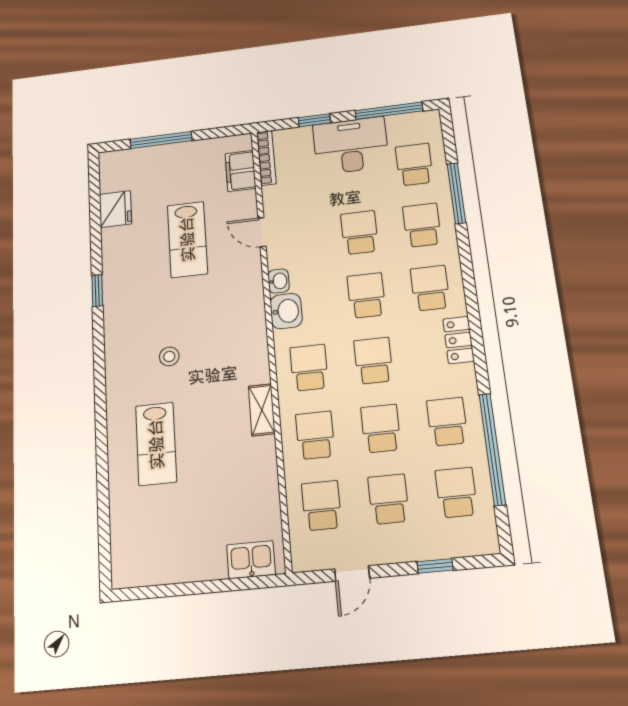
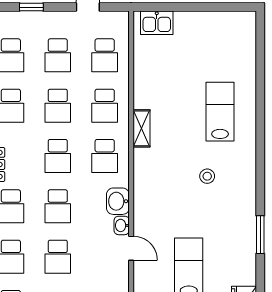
door: (262, 232) -> (131, 248), moved
window: (97, 291) -> (260, 235), width x1.50

